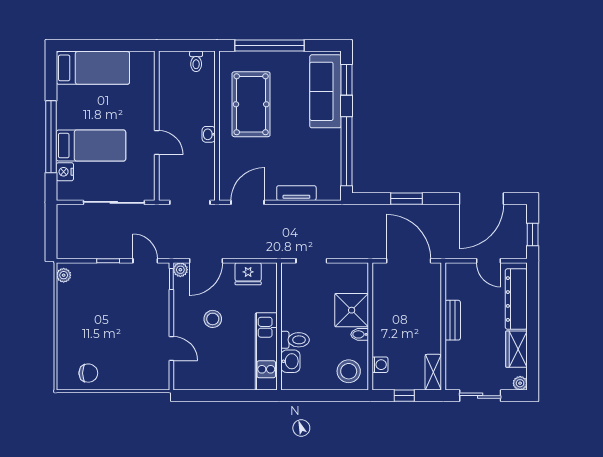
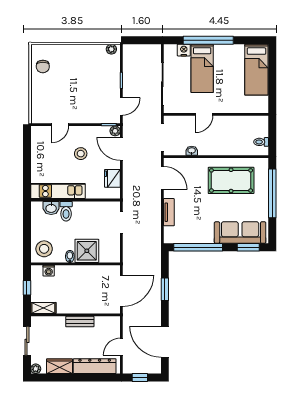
washbasin: (209, 134) -> (192, 151), moved

